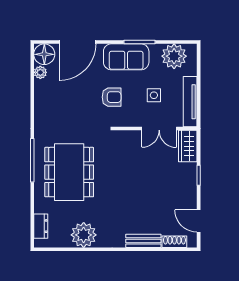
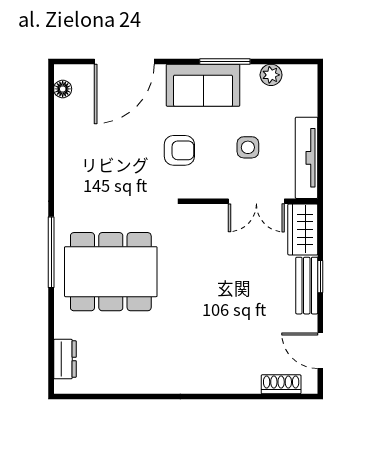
floor lamp: (44, 54) -> (63, 89), width x0.53, depth x0.53
plant: (174, 56) -> (271, 75), width x0.53, depth x0.53
plant: (40, 72) -> (64, 110), removed
dining table: (69, 172) -> (111, 272), turned 90
plant: (84, 235) -> (134, 373), removed
bench: (143, 241) -> (307, 286), moved, turned 90

